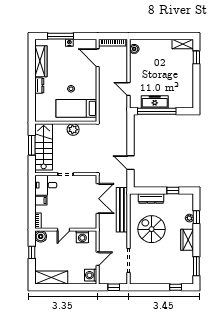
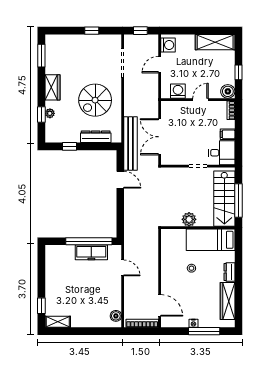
bed: (76, 108) -> (211, 240), moved, turned 180
window: (32, 145) -> (238, 201), width x1.44
bench: (122, 210) -> (131, 144), moved
spiral stairs: (152, 229) -> (95, 100), turned 90
window: (176, 287) -> (92, 31), moved

